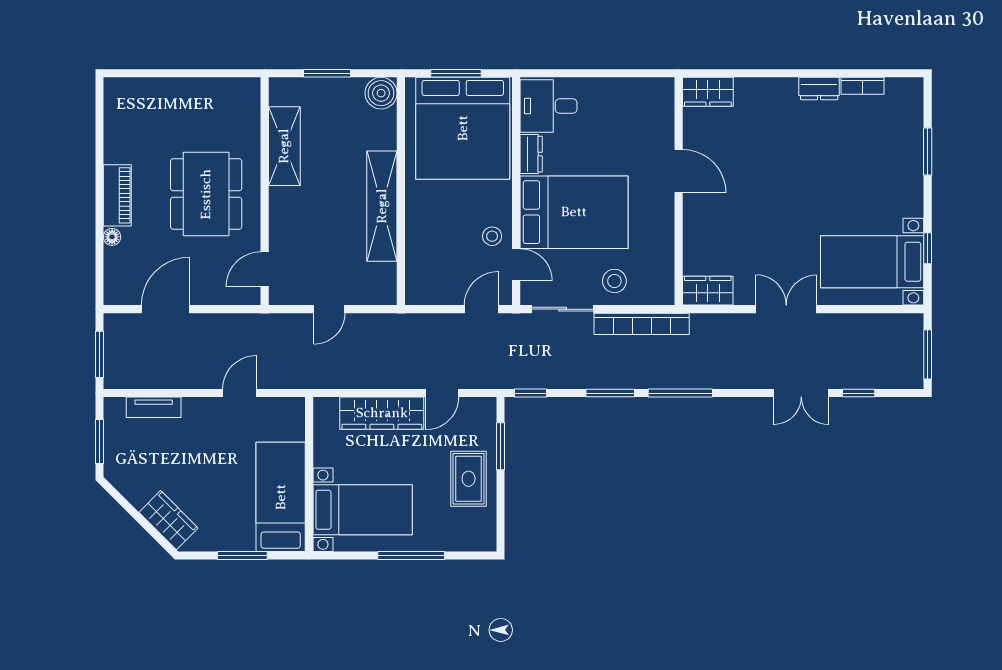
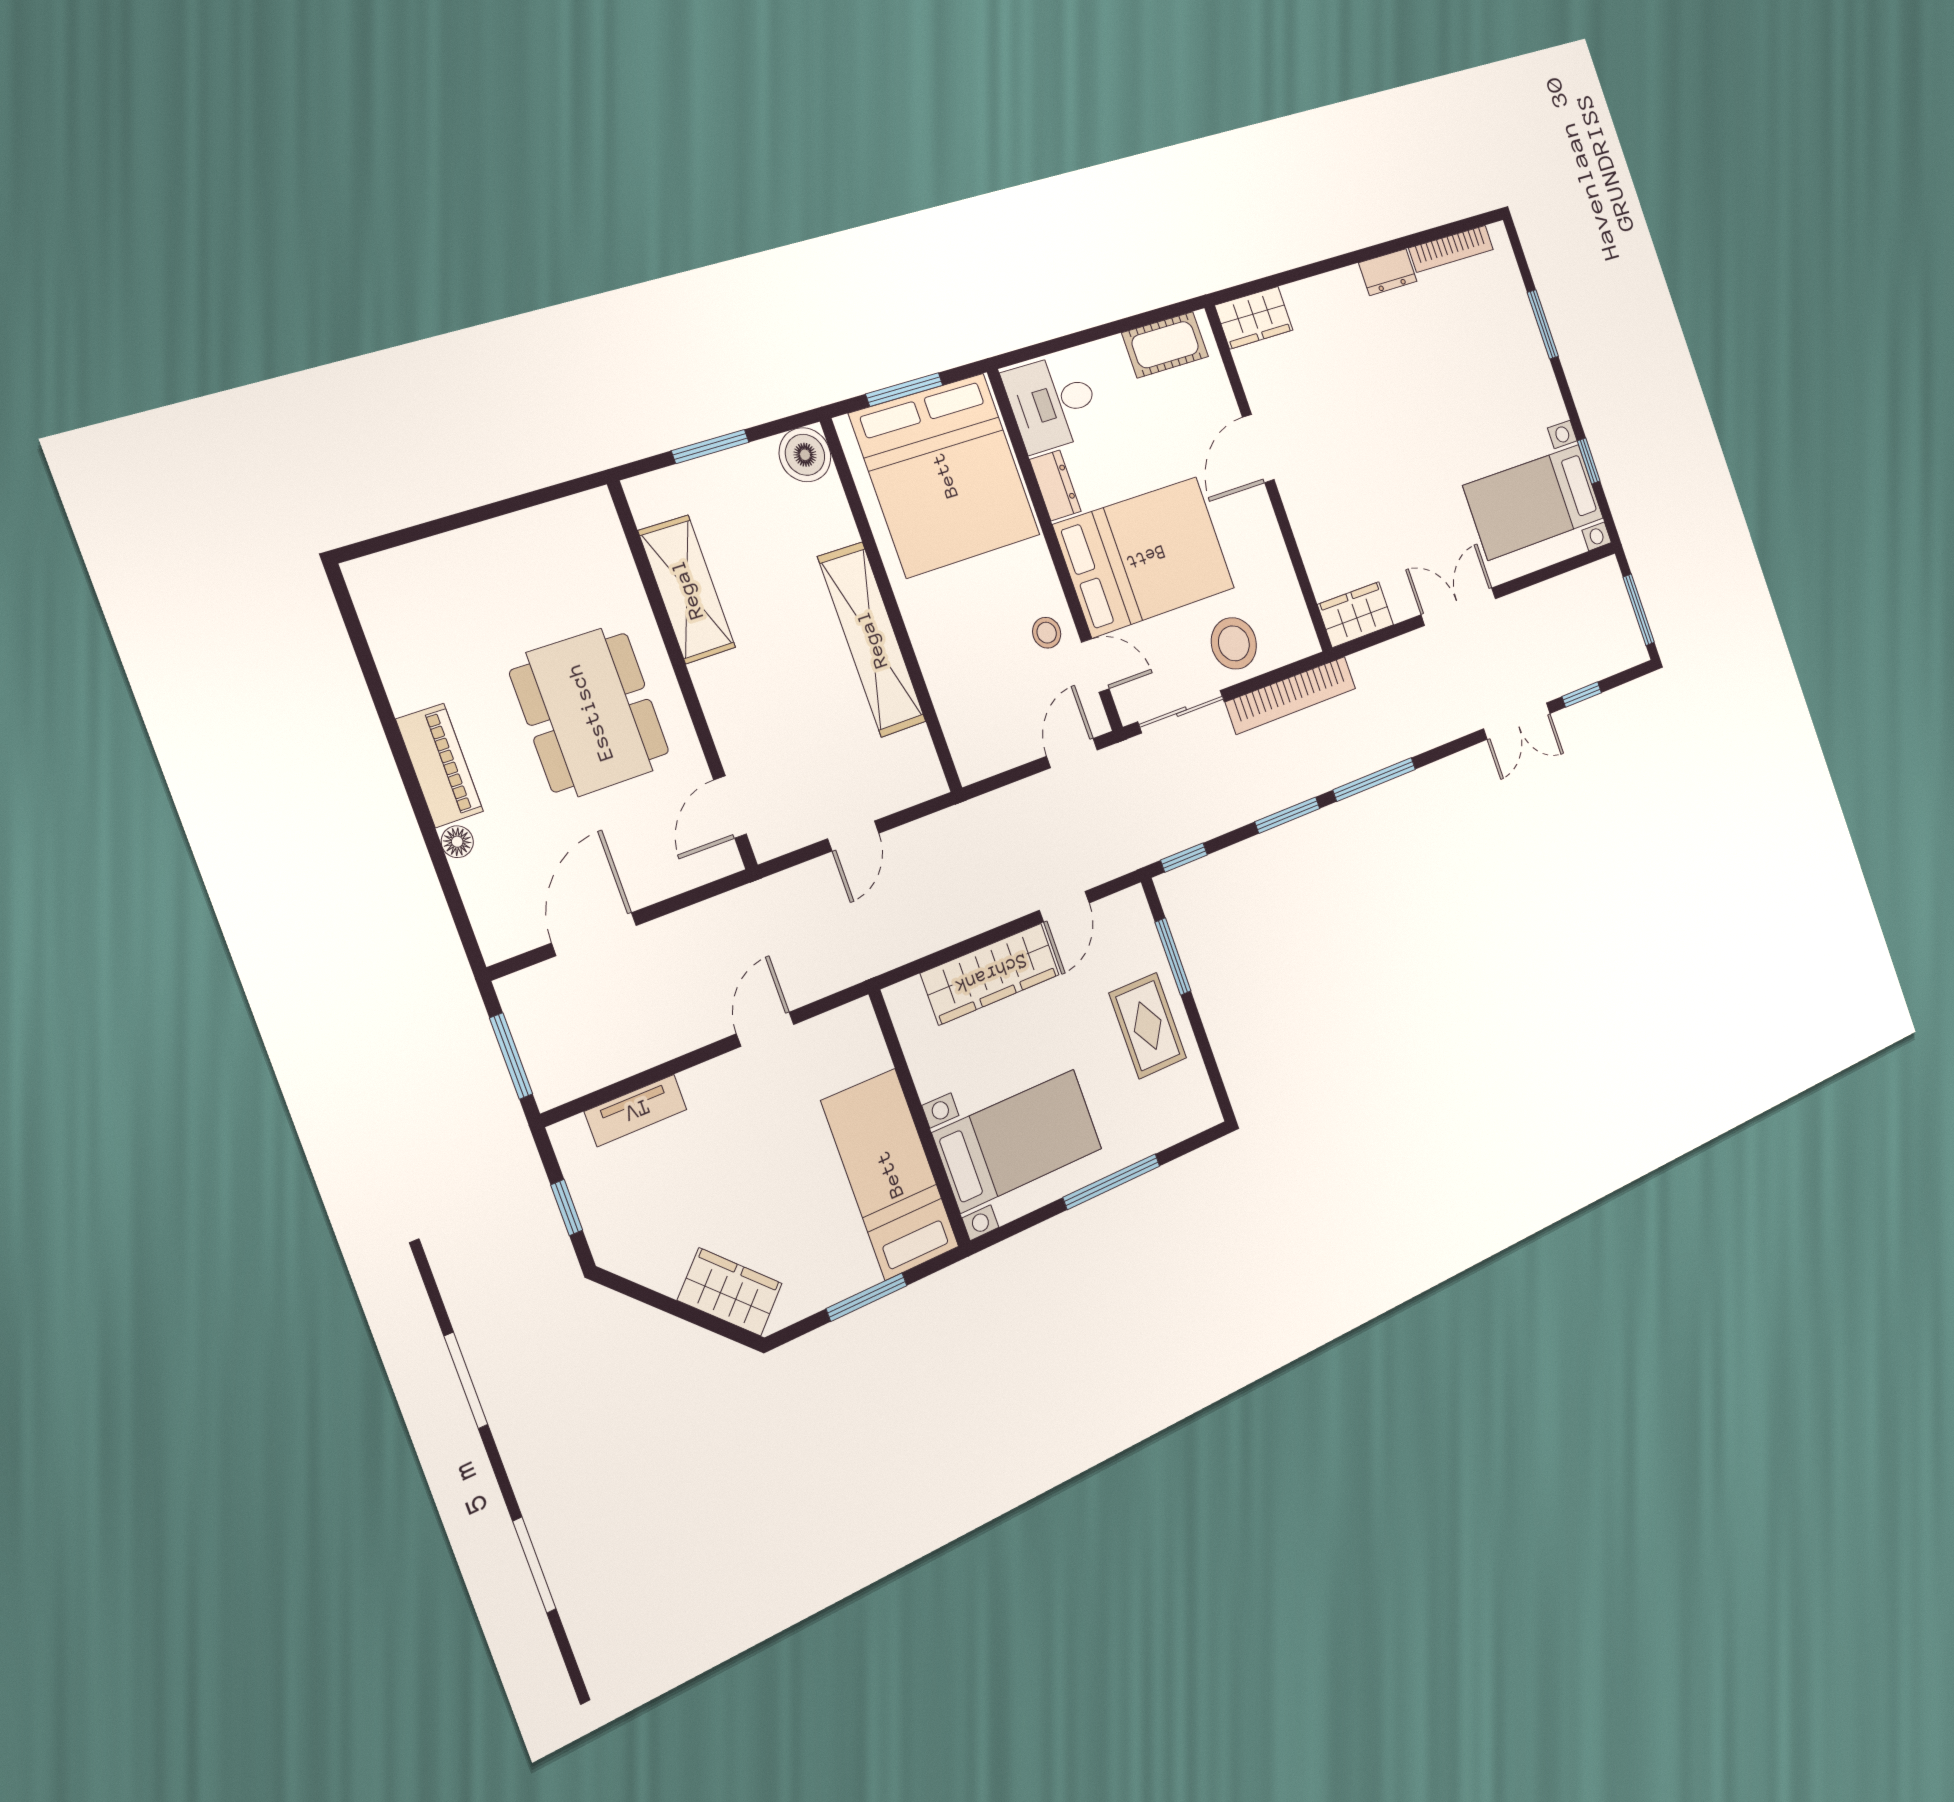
bookcase: (863, 86) -> (1451, 249), width x1.56
cot: (638, 92) -> (1165, 345), added
door: (679, 171) -> (1258, 449), swing flipped
stool: (614, 281) -> (1234, 643), width x1.38, depth x1.38
window: (99, 441) -> (567, 1208), width x0.67

